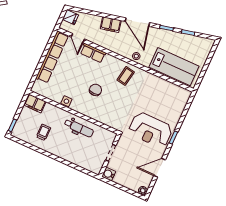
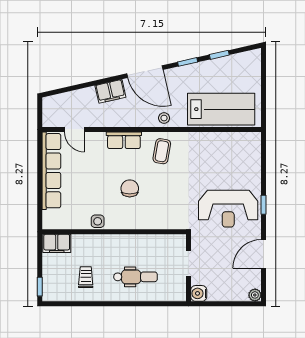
fridge: (70, 17) -> (52, 106), removed
row of seats: (93, 53) -> (124, 140), moved
dental chair: (79, 128) -> (136, 277), moved

